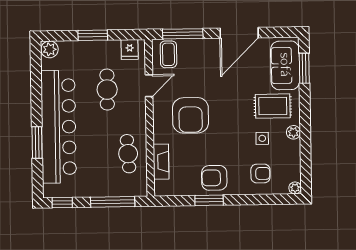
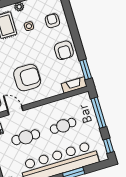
cafe table: (128, 154) -> (63, 126), moved
fireplace: (161, 162) -> (74, 85), moved
window: (209, 200) -> (86, 69), moved

